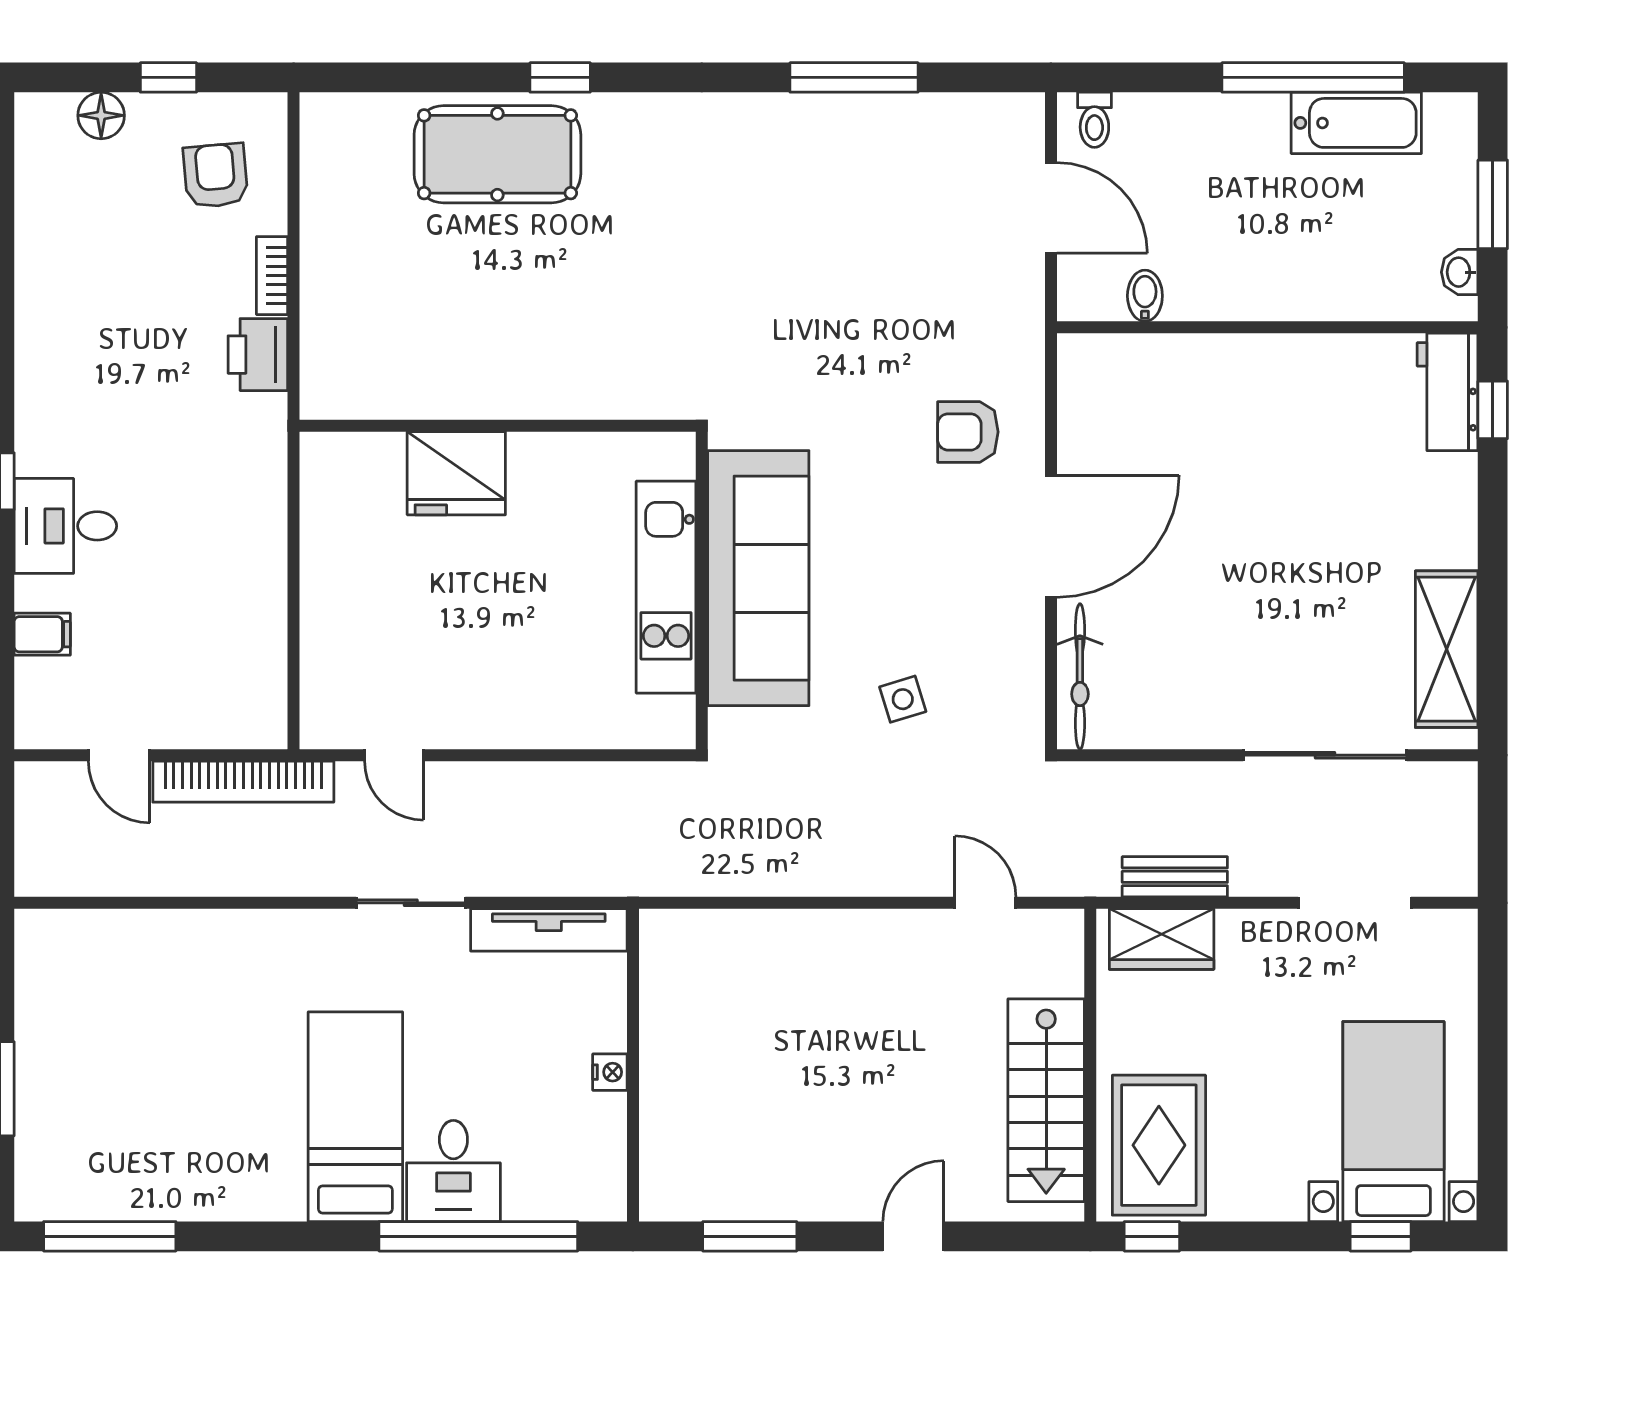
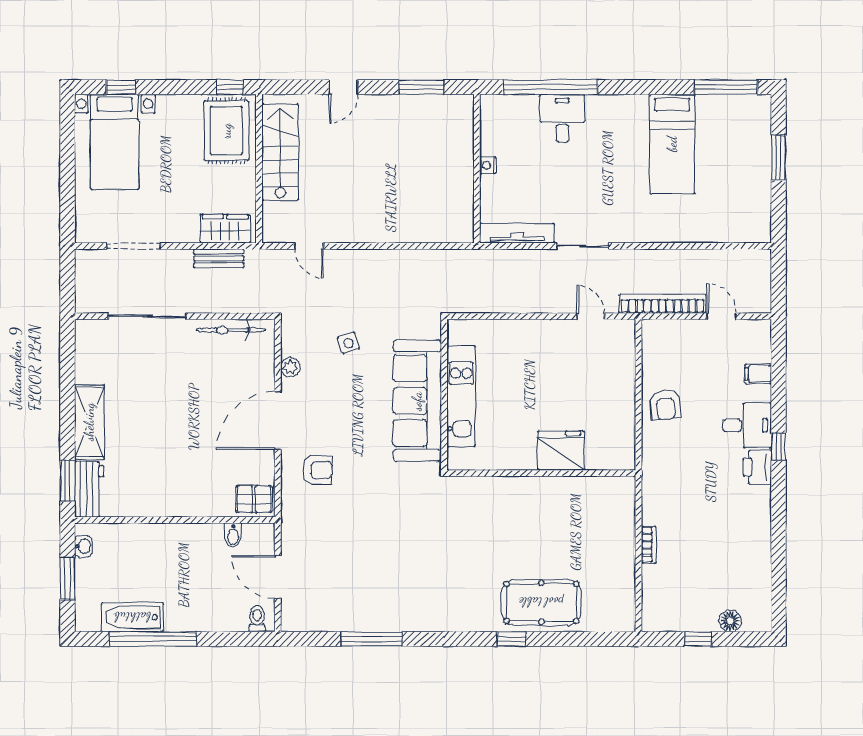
armchair: (216, 176) -> (665, 405), moved
printer: (258, 355) -> (757, 467), moved, turned 180
pallet: (1101, 371) -> (254, 499), added
window: (1493, 410) -> (67, 481), width x1.50
plant: (1025, 648) -> (290, 367), added
shelving: (1447, 649) -> (89, 422), moved
bicycle: (1080, 677) -> (231, 330), moved, turned -90
bed: (355, 1117) -> (672, 144), moved

